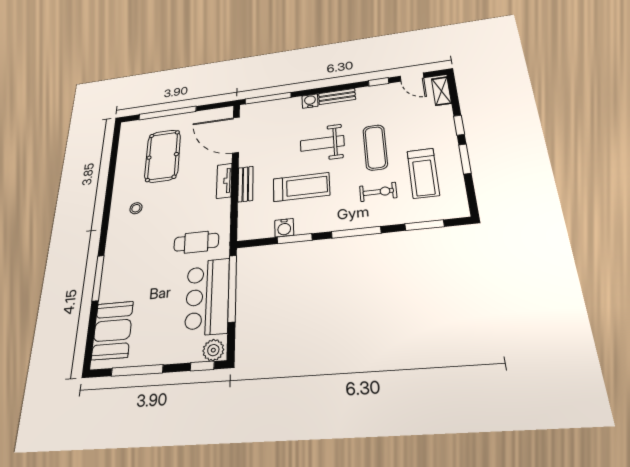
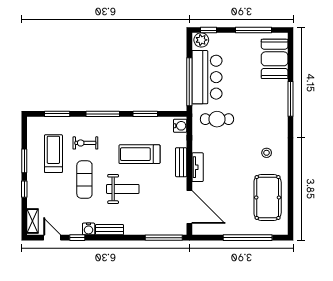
water cooler: (310, 101) -> (89, 229), moved
pool table: (163, 156) -> (268, 197), moved
water cooler: (284, 228) -> (180, 126), moved, turned 90

